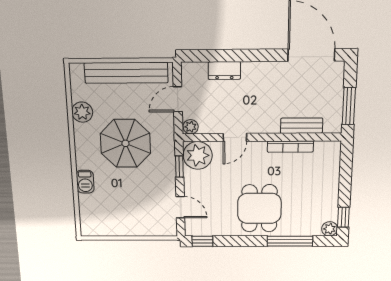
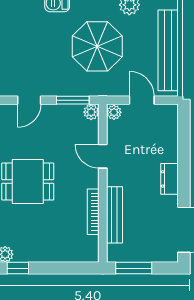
dresser: (224, 71) -> (169, 179), moved
bench: (302, 126) -> (114, 215), width x1.36
plant: (198, 155) -> (91, 112), width x0.53, depth x0.53
window: (179, 167) -> (73, 100), width x1.50

